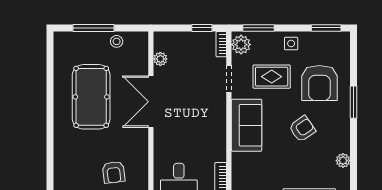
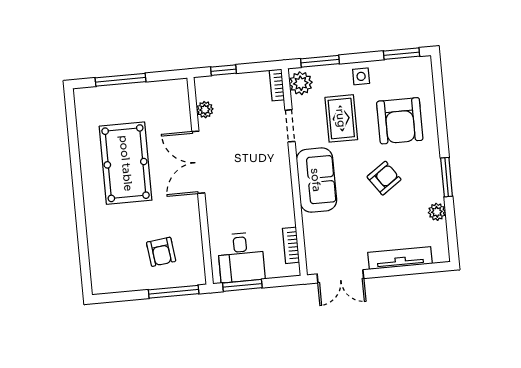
window: (202, 28) -> (223, 70), moved
stool: (117, 41) -> (150, 93), removed
rug: (272, 77) -> (341, 118), turned 90
window: (354, 102) -> (447, 177), moved

